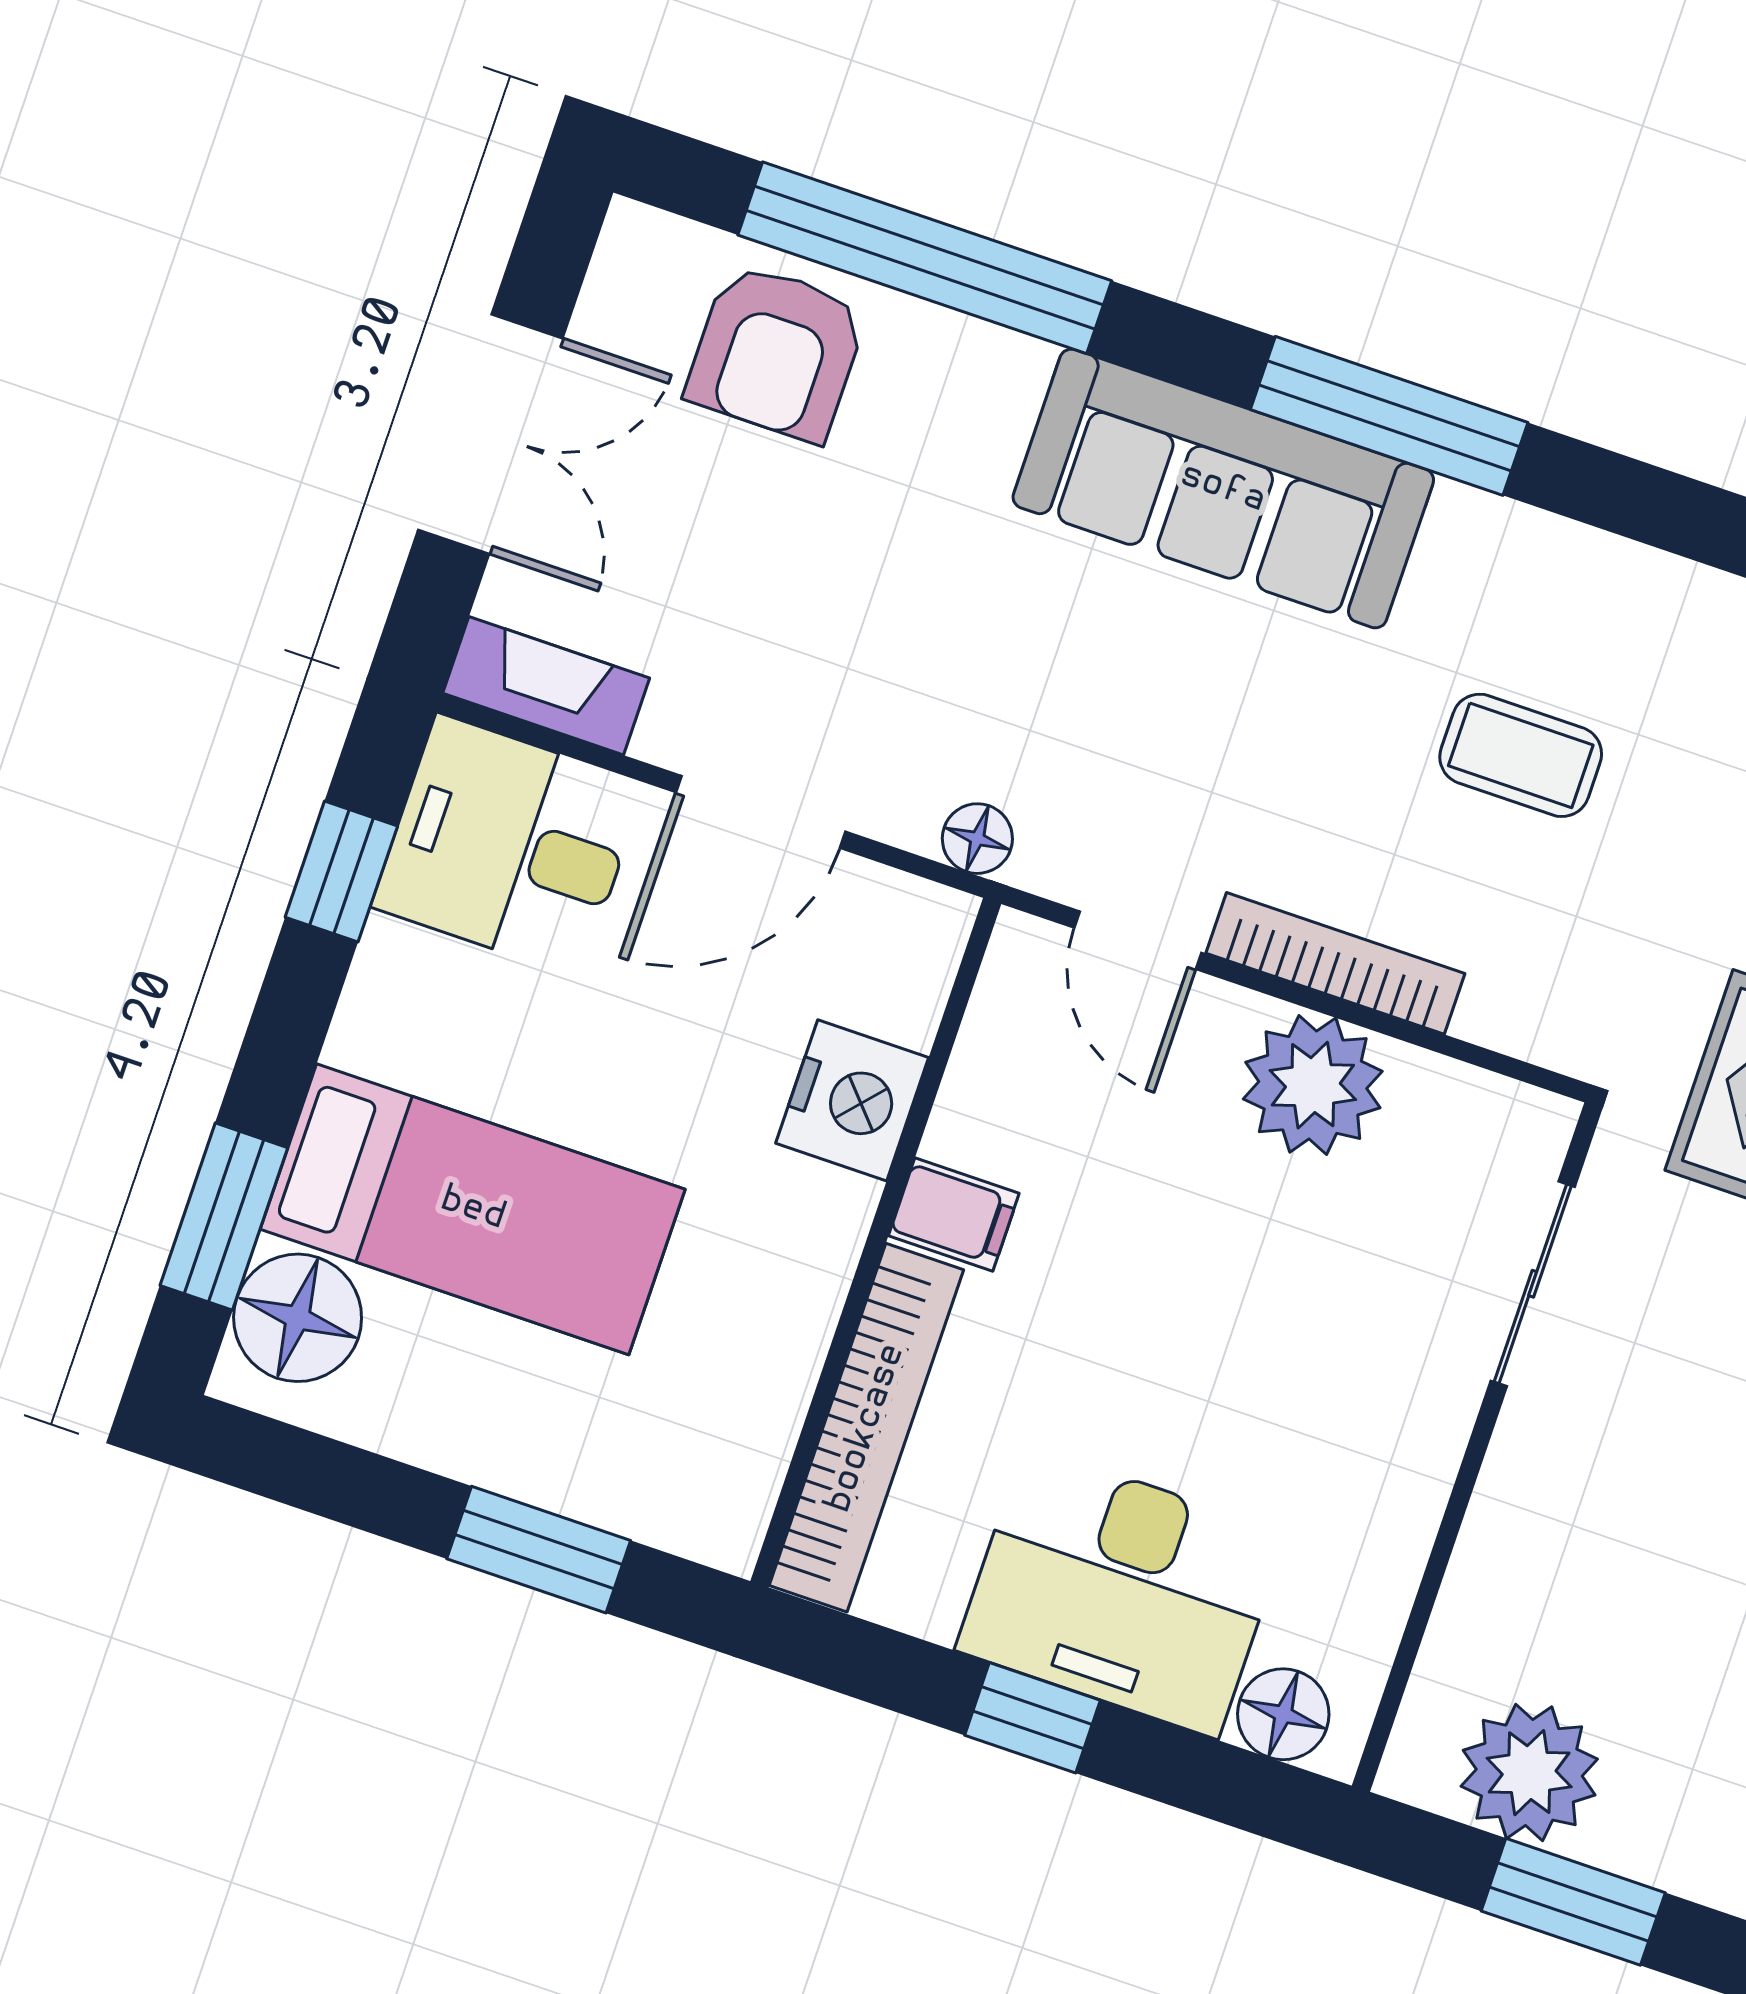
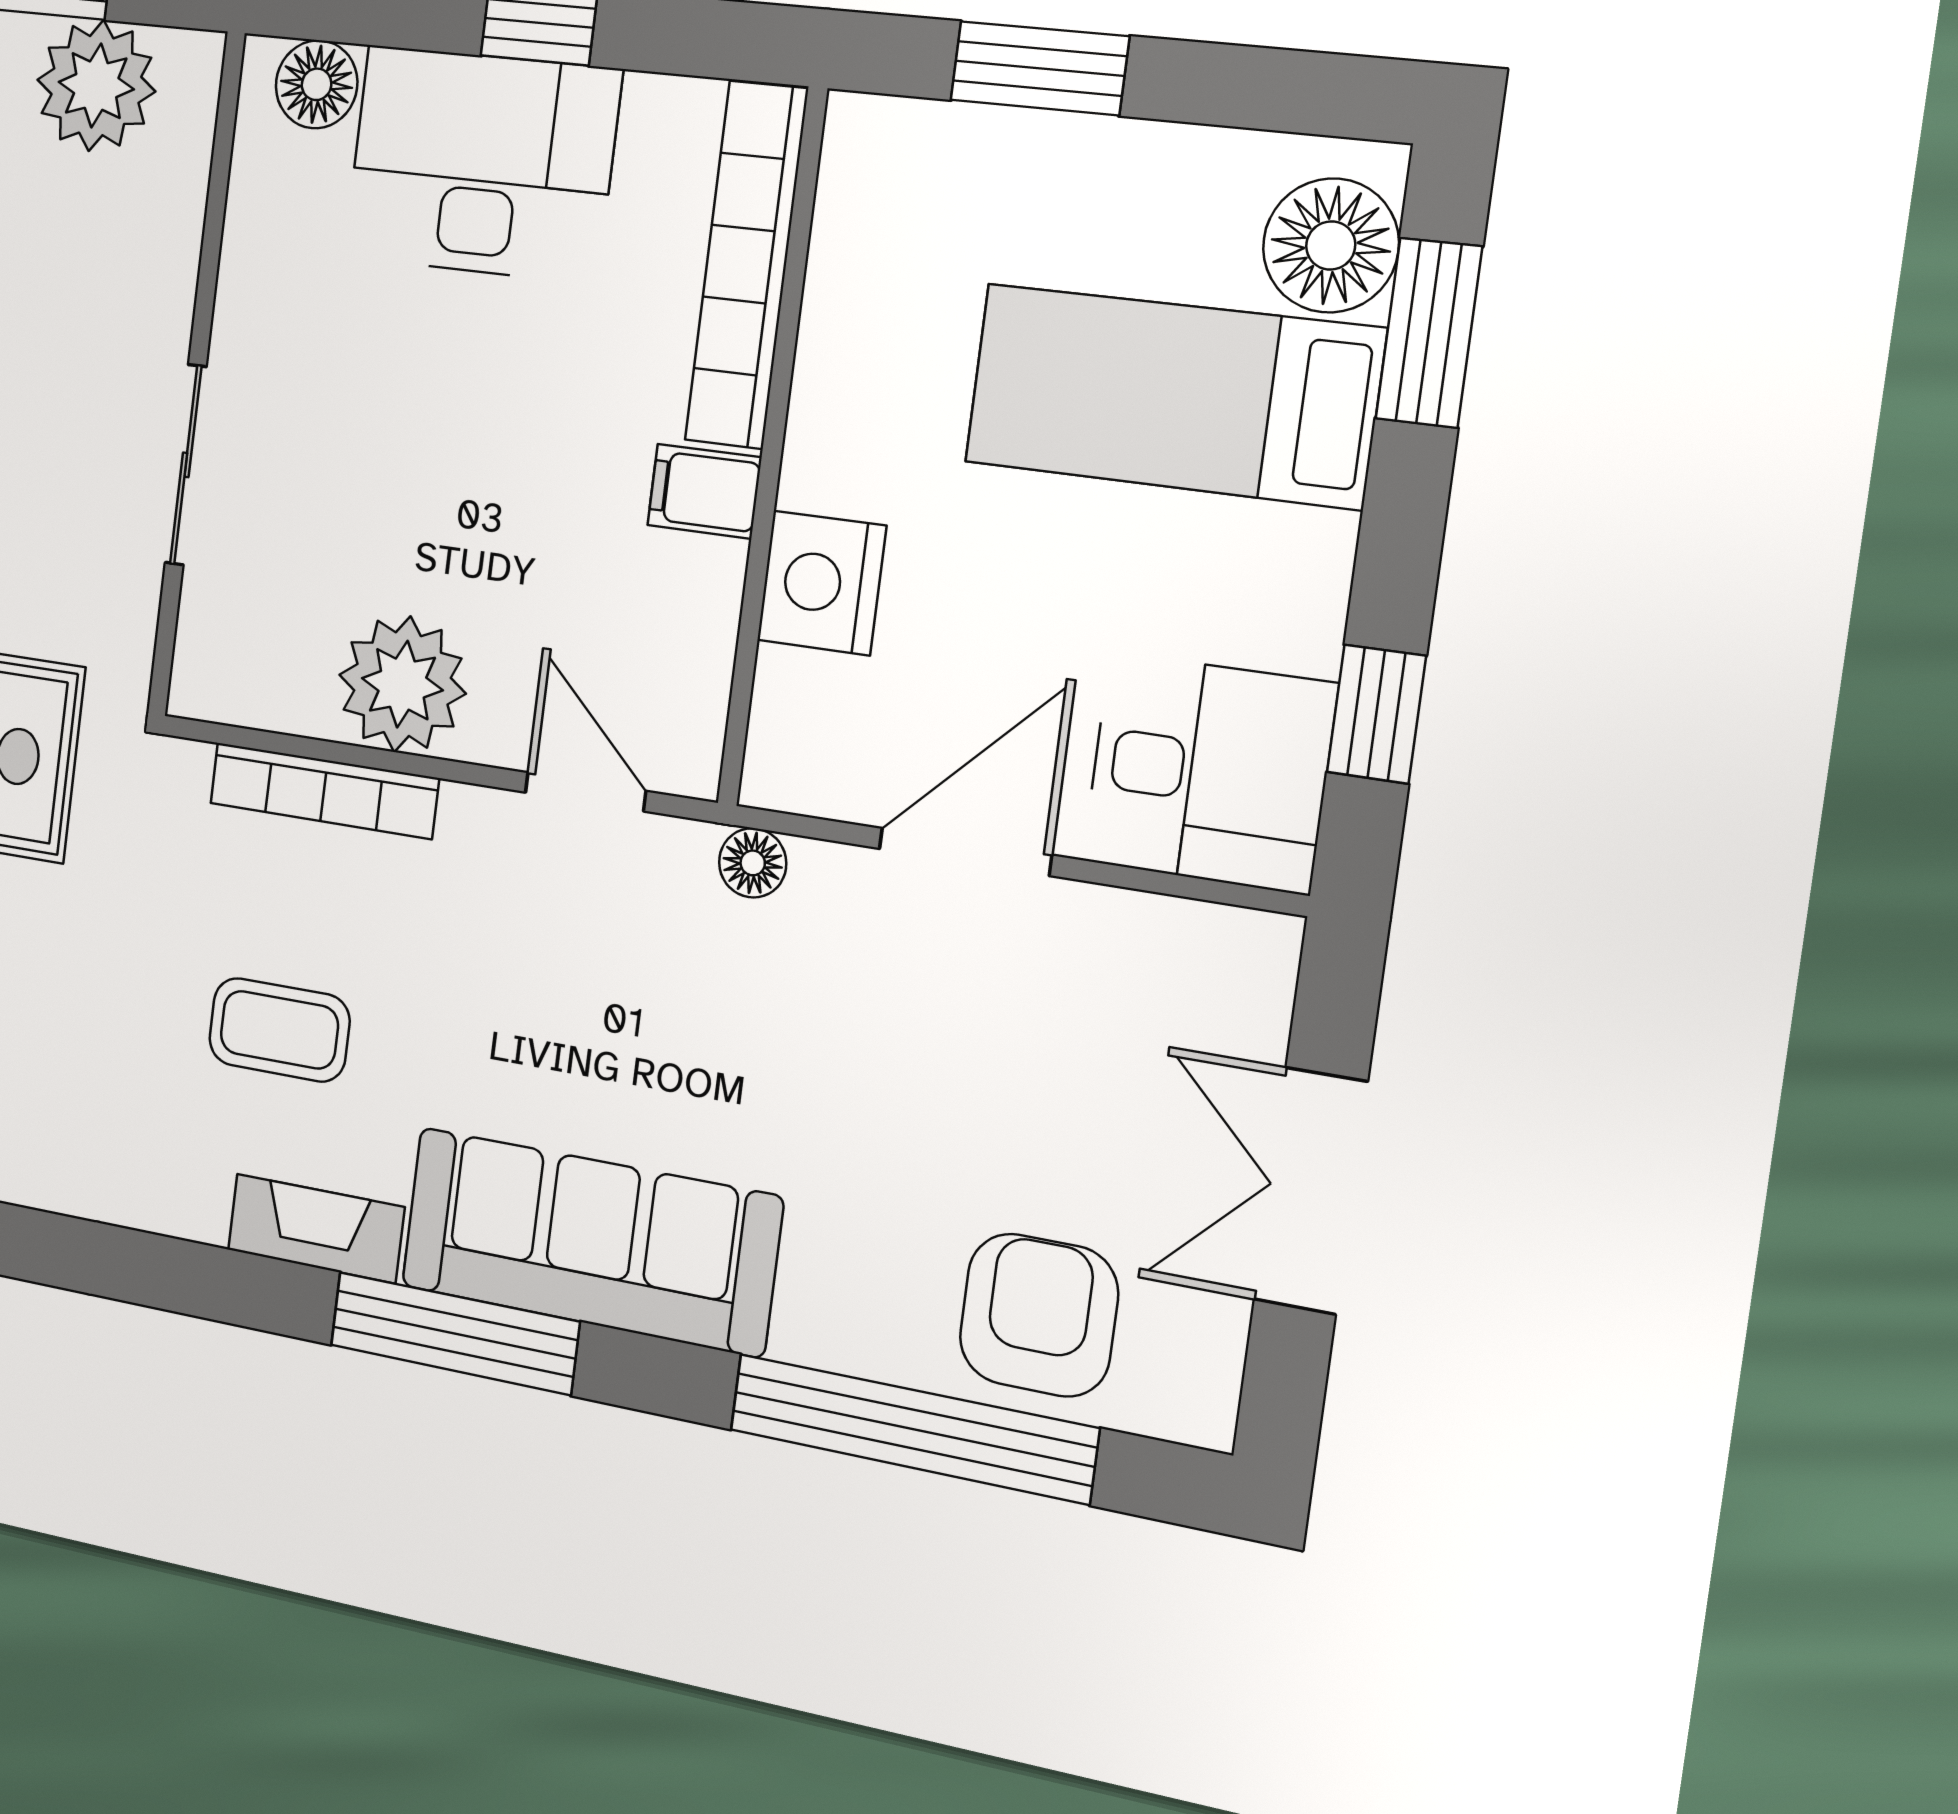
fireplace: (546, 686) -> (316, 1228), moved, turned 180
bookcase: (1335, 963) -> (324, 791), moved
sliding door: (1533, 1284) -> (186, 465), moved

